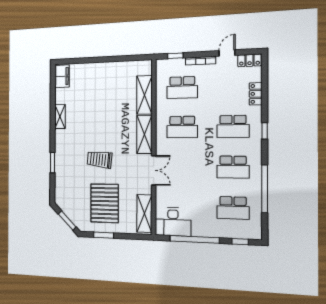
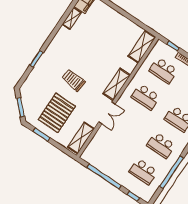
shelving: (144, 95) -> (142, 47), moved
shelving: (60, 117) -> (72, 18), moved
desk: (173, 222) -> (97, 156), removed

